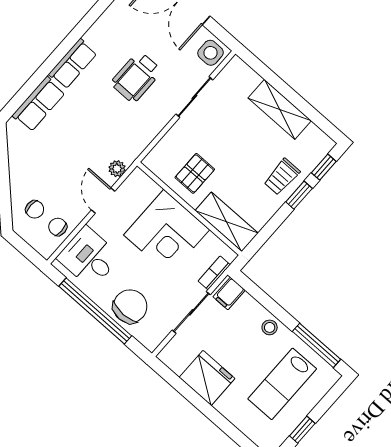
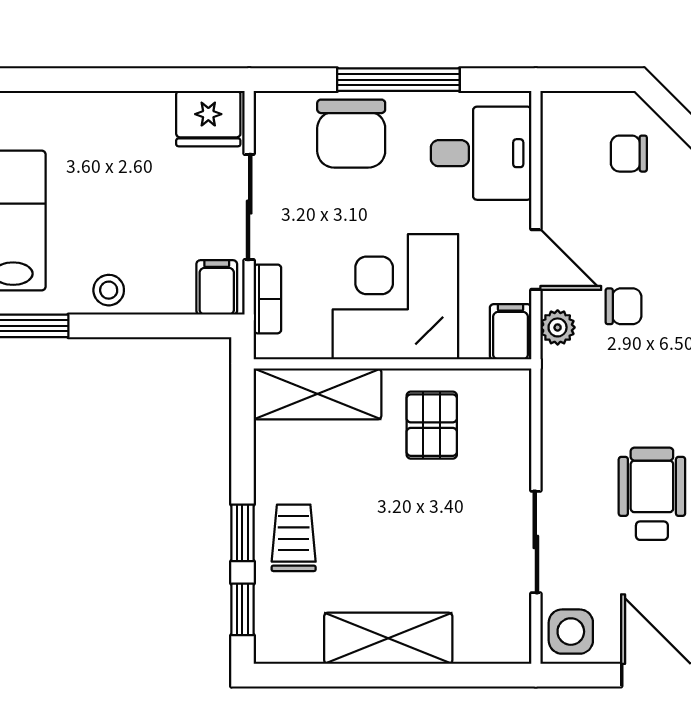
filing cabinet: (136, 182) -> (511, 332), added
chair: (58, 227) -> (624, 306), moved
window: (95, 311) -> (398, 80), width x0.68
fridge: (207, 378) -> (208, 119), moved, width x0.73, depth x0.75

